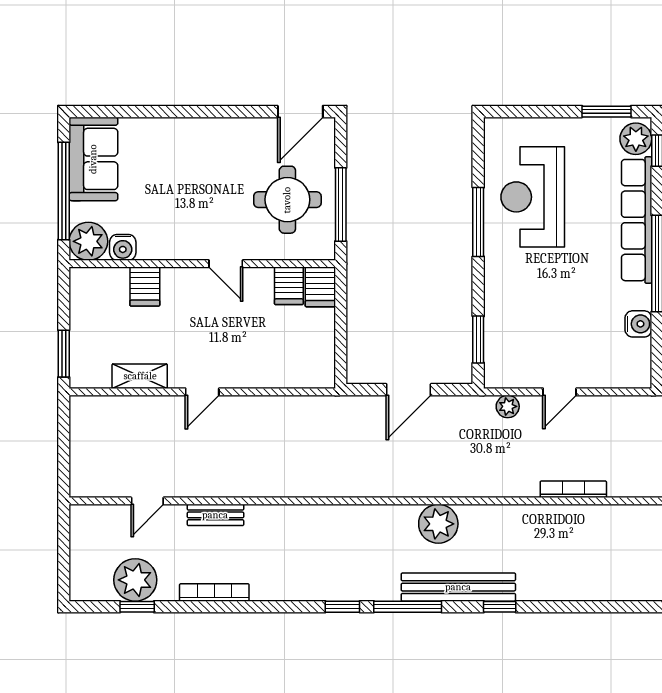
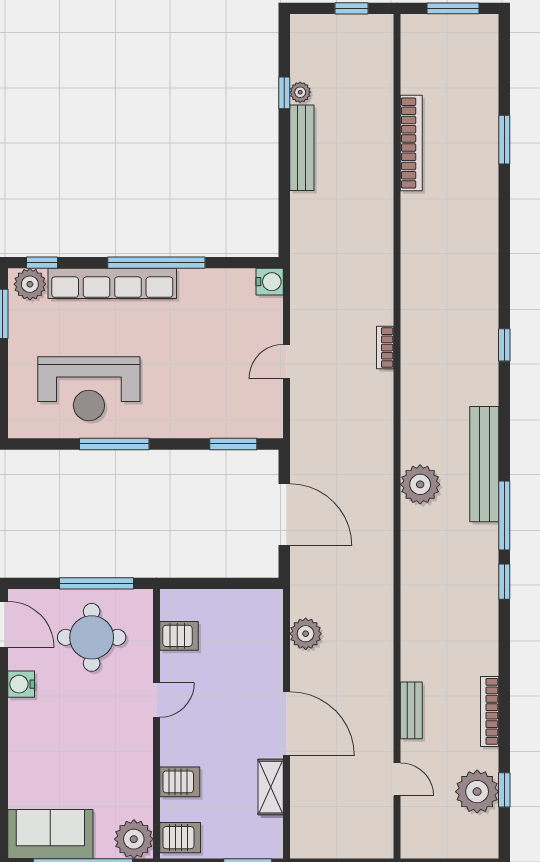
water cooler: (123, 247) -> (21, 684), moved, turned 180
server rack: (320, 287) -> (180, 838), moved
water cooler: (638, 324) -> (270, 282), moved, turned 90
door: (409, 390) -> (284, 515), width x1.36
door: (202, 392) -> (286, 724), width x1.87
door: (560, 392) -> (286, 362), swing flipped
plant: (508, 406) -> (306, 634), moved, width x1.38, depth x1.38
bookcase: (573, 489) -> (385, 348), width x0.64
window: (500, 607) -> (504, 345), moved

